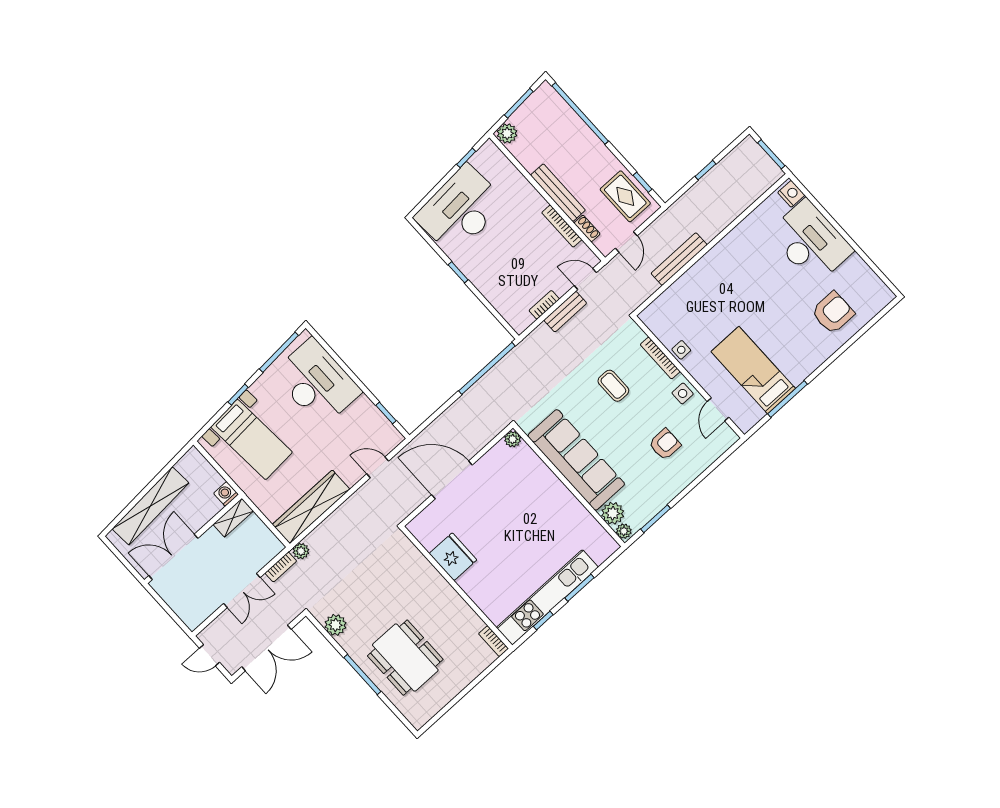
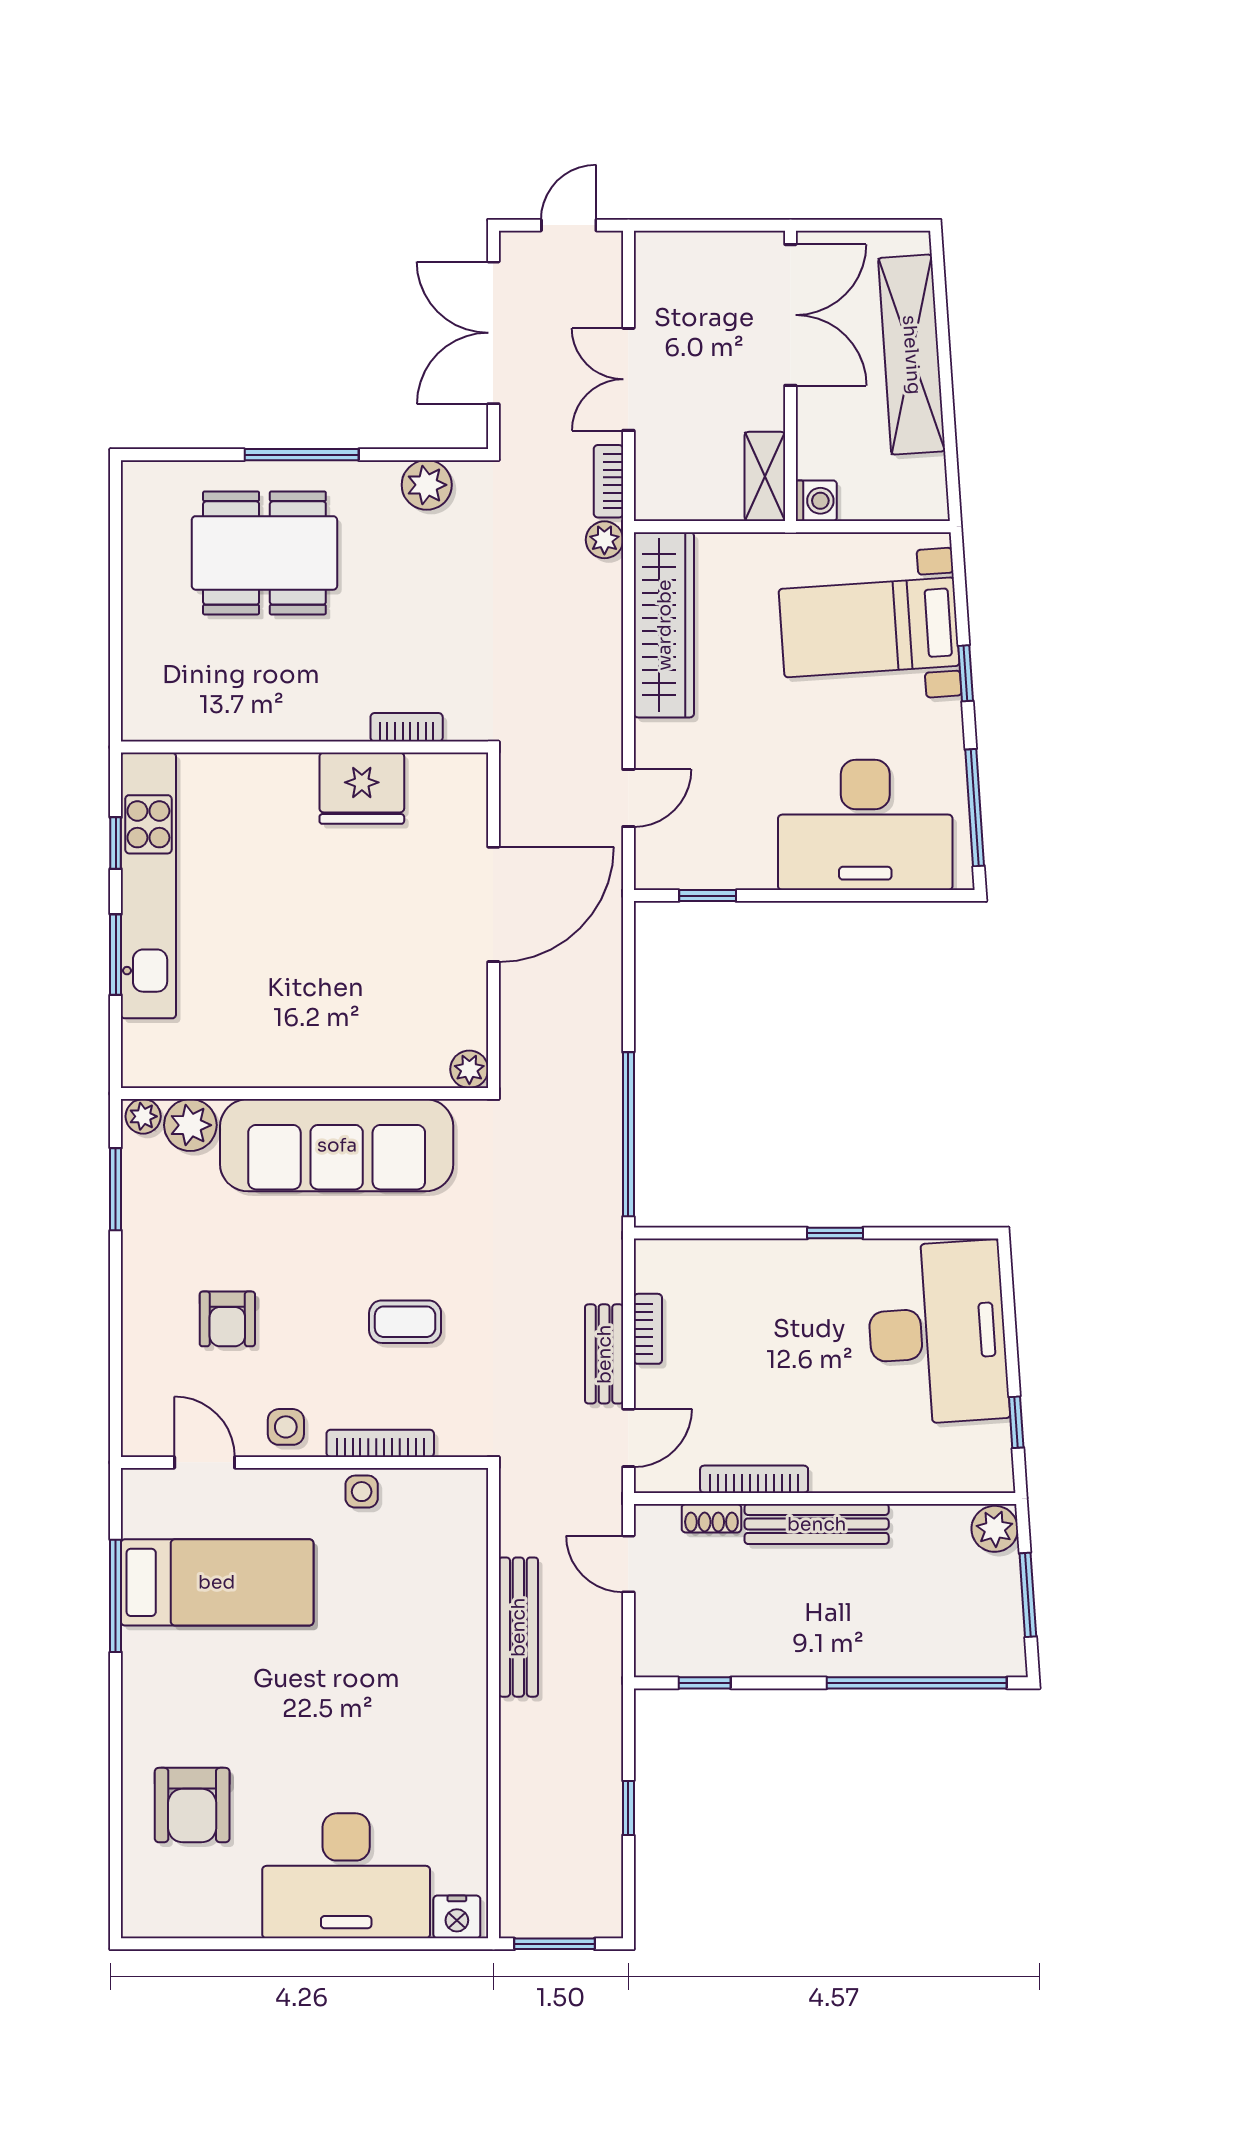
rug: (625, 196) -> (707, 1632), removed
bookcase: (494, 641) -> (407, 727), moved

